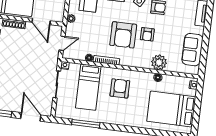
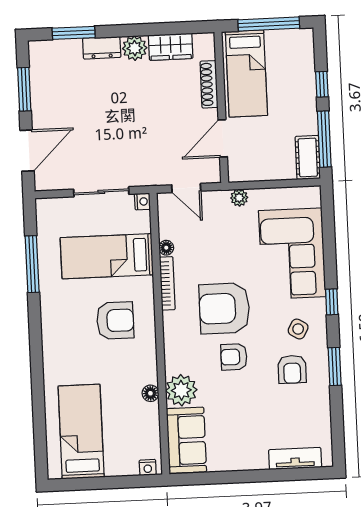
sofa: (192, 50) -> (186, 440), moved, turned 90
bed: (171, 109) -> (81, 432), width x0.67

